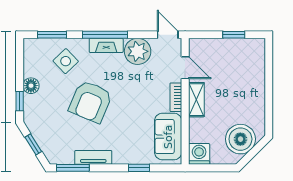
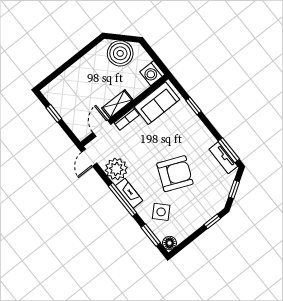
floor lamp: (31, 86) -> (170, 243), moved
tv unit: (93, 157) -> (223, 158), moved

